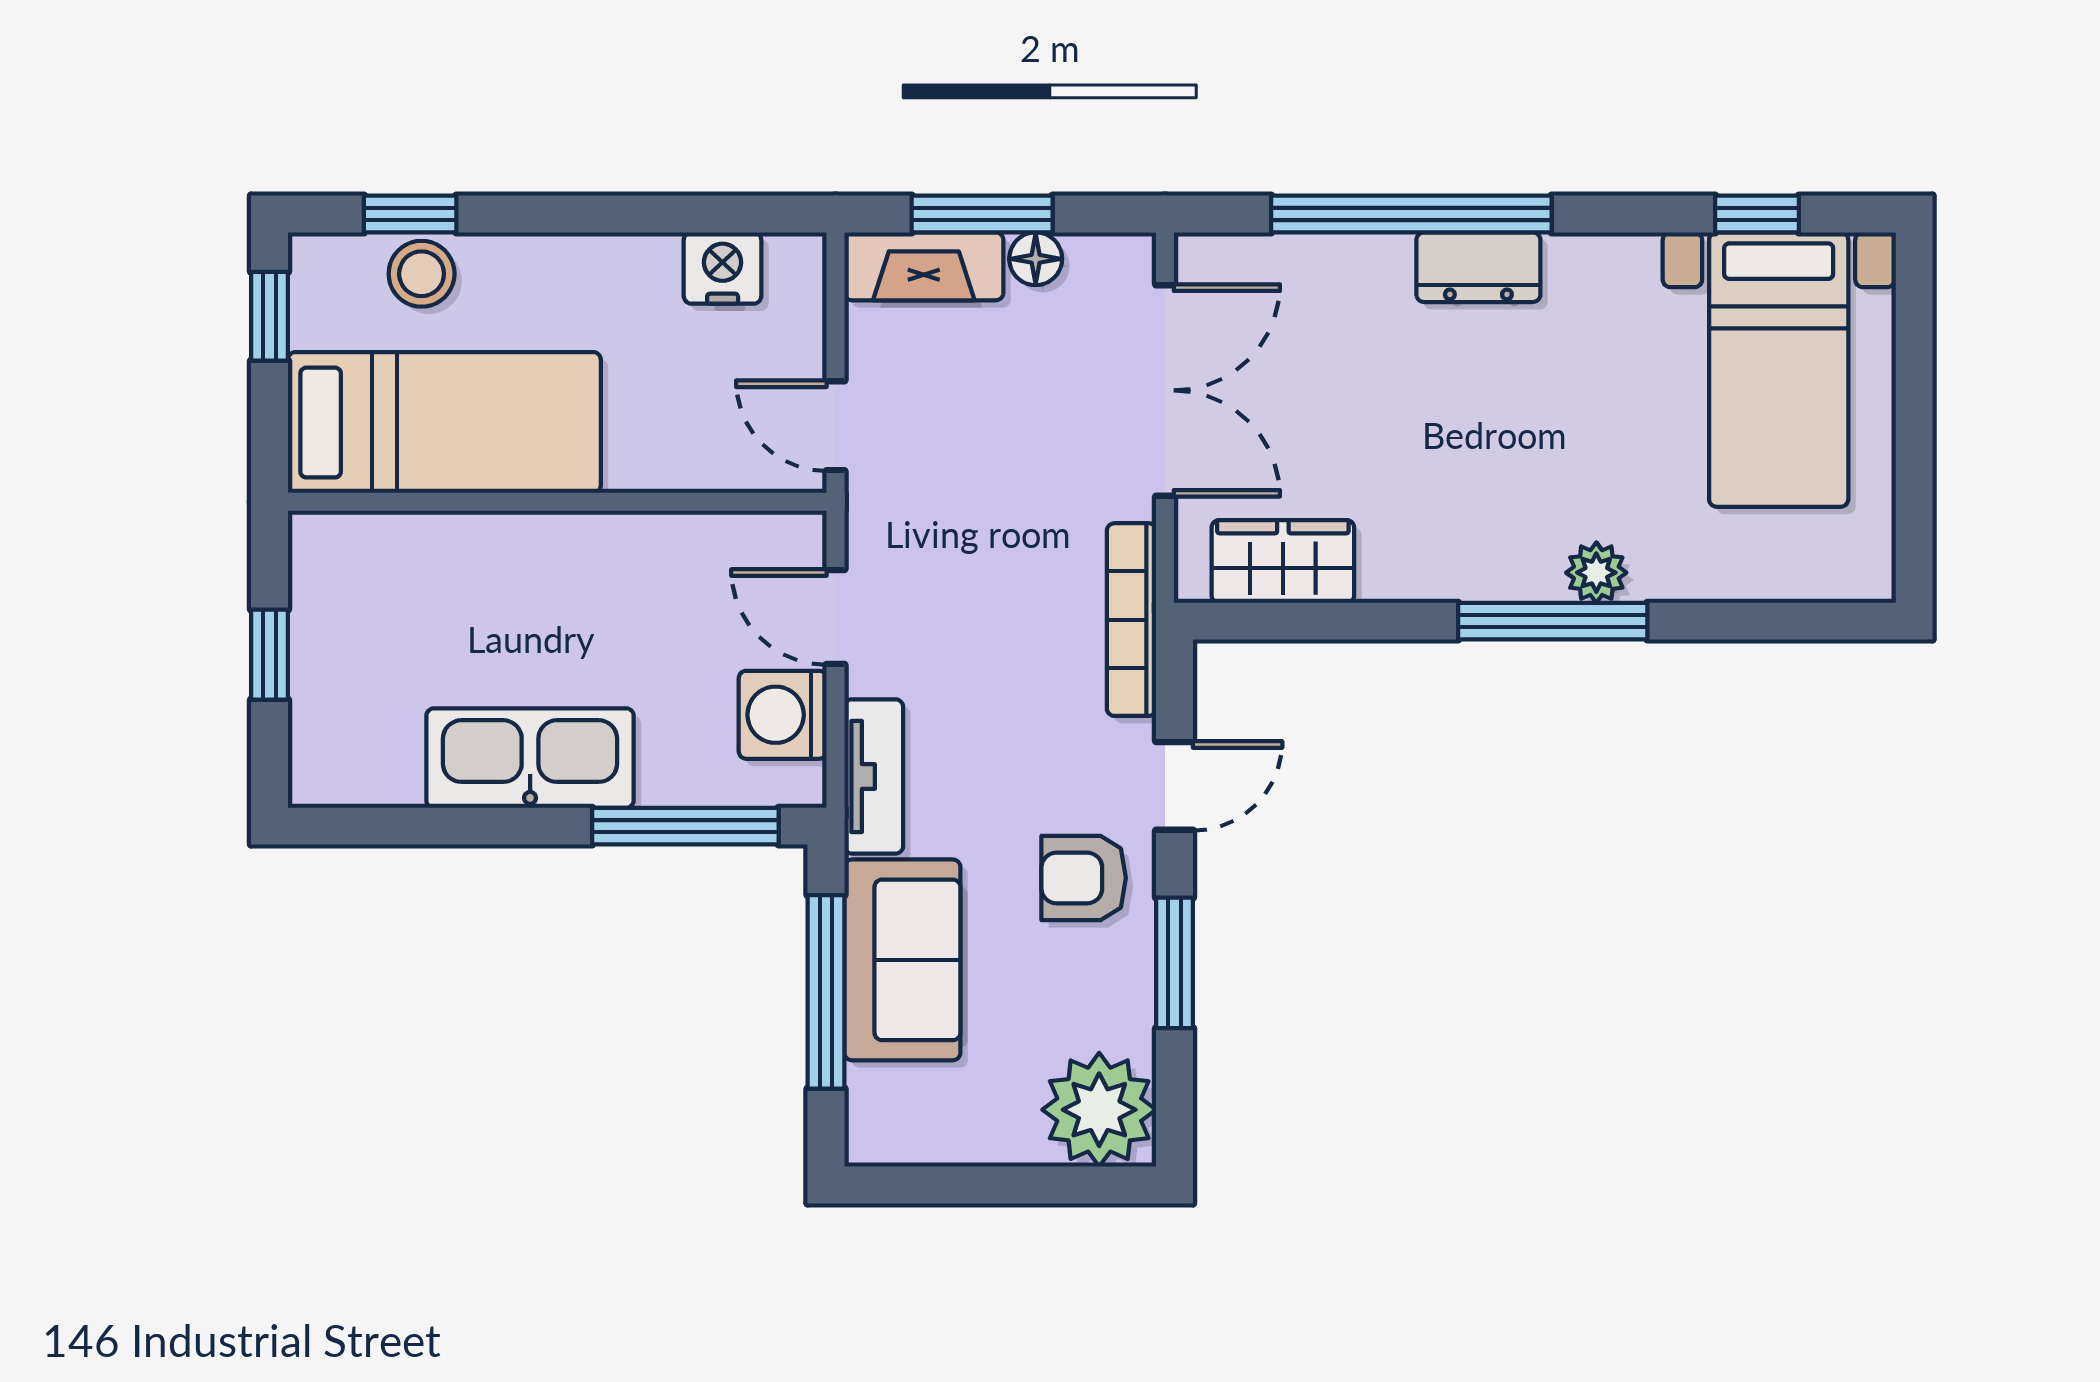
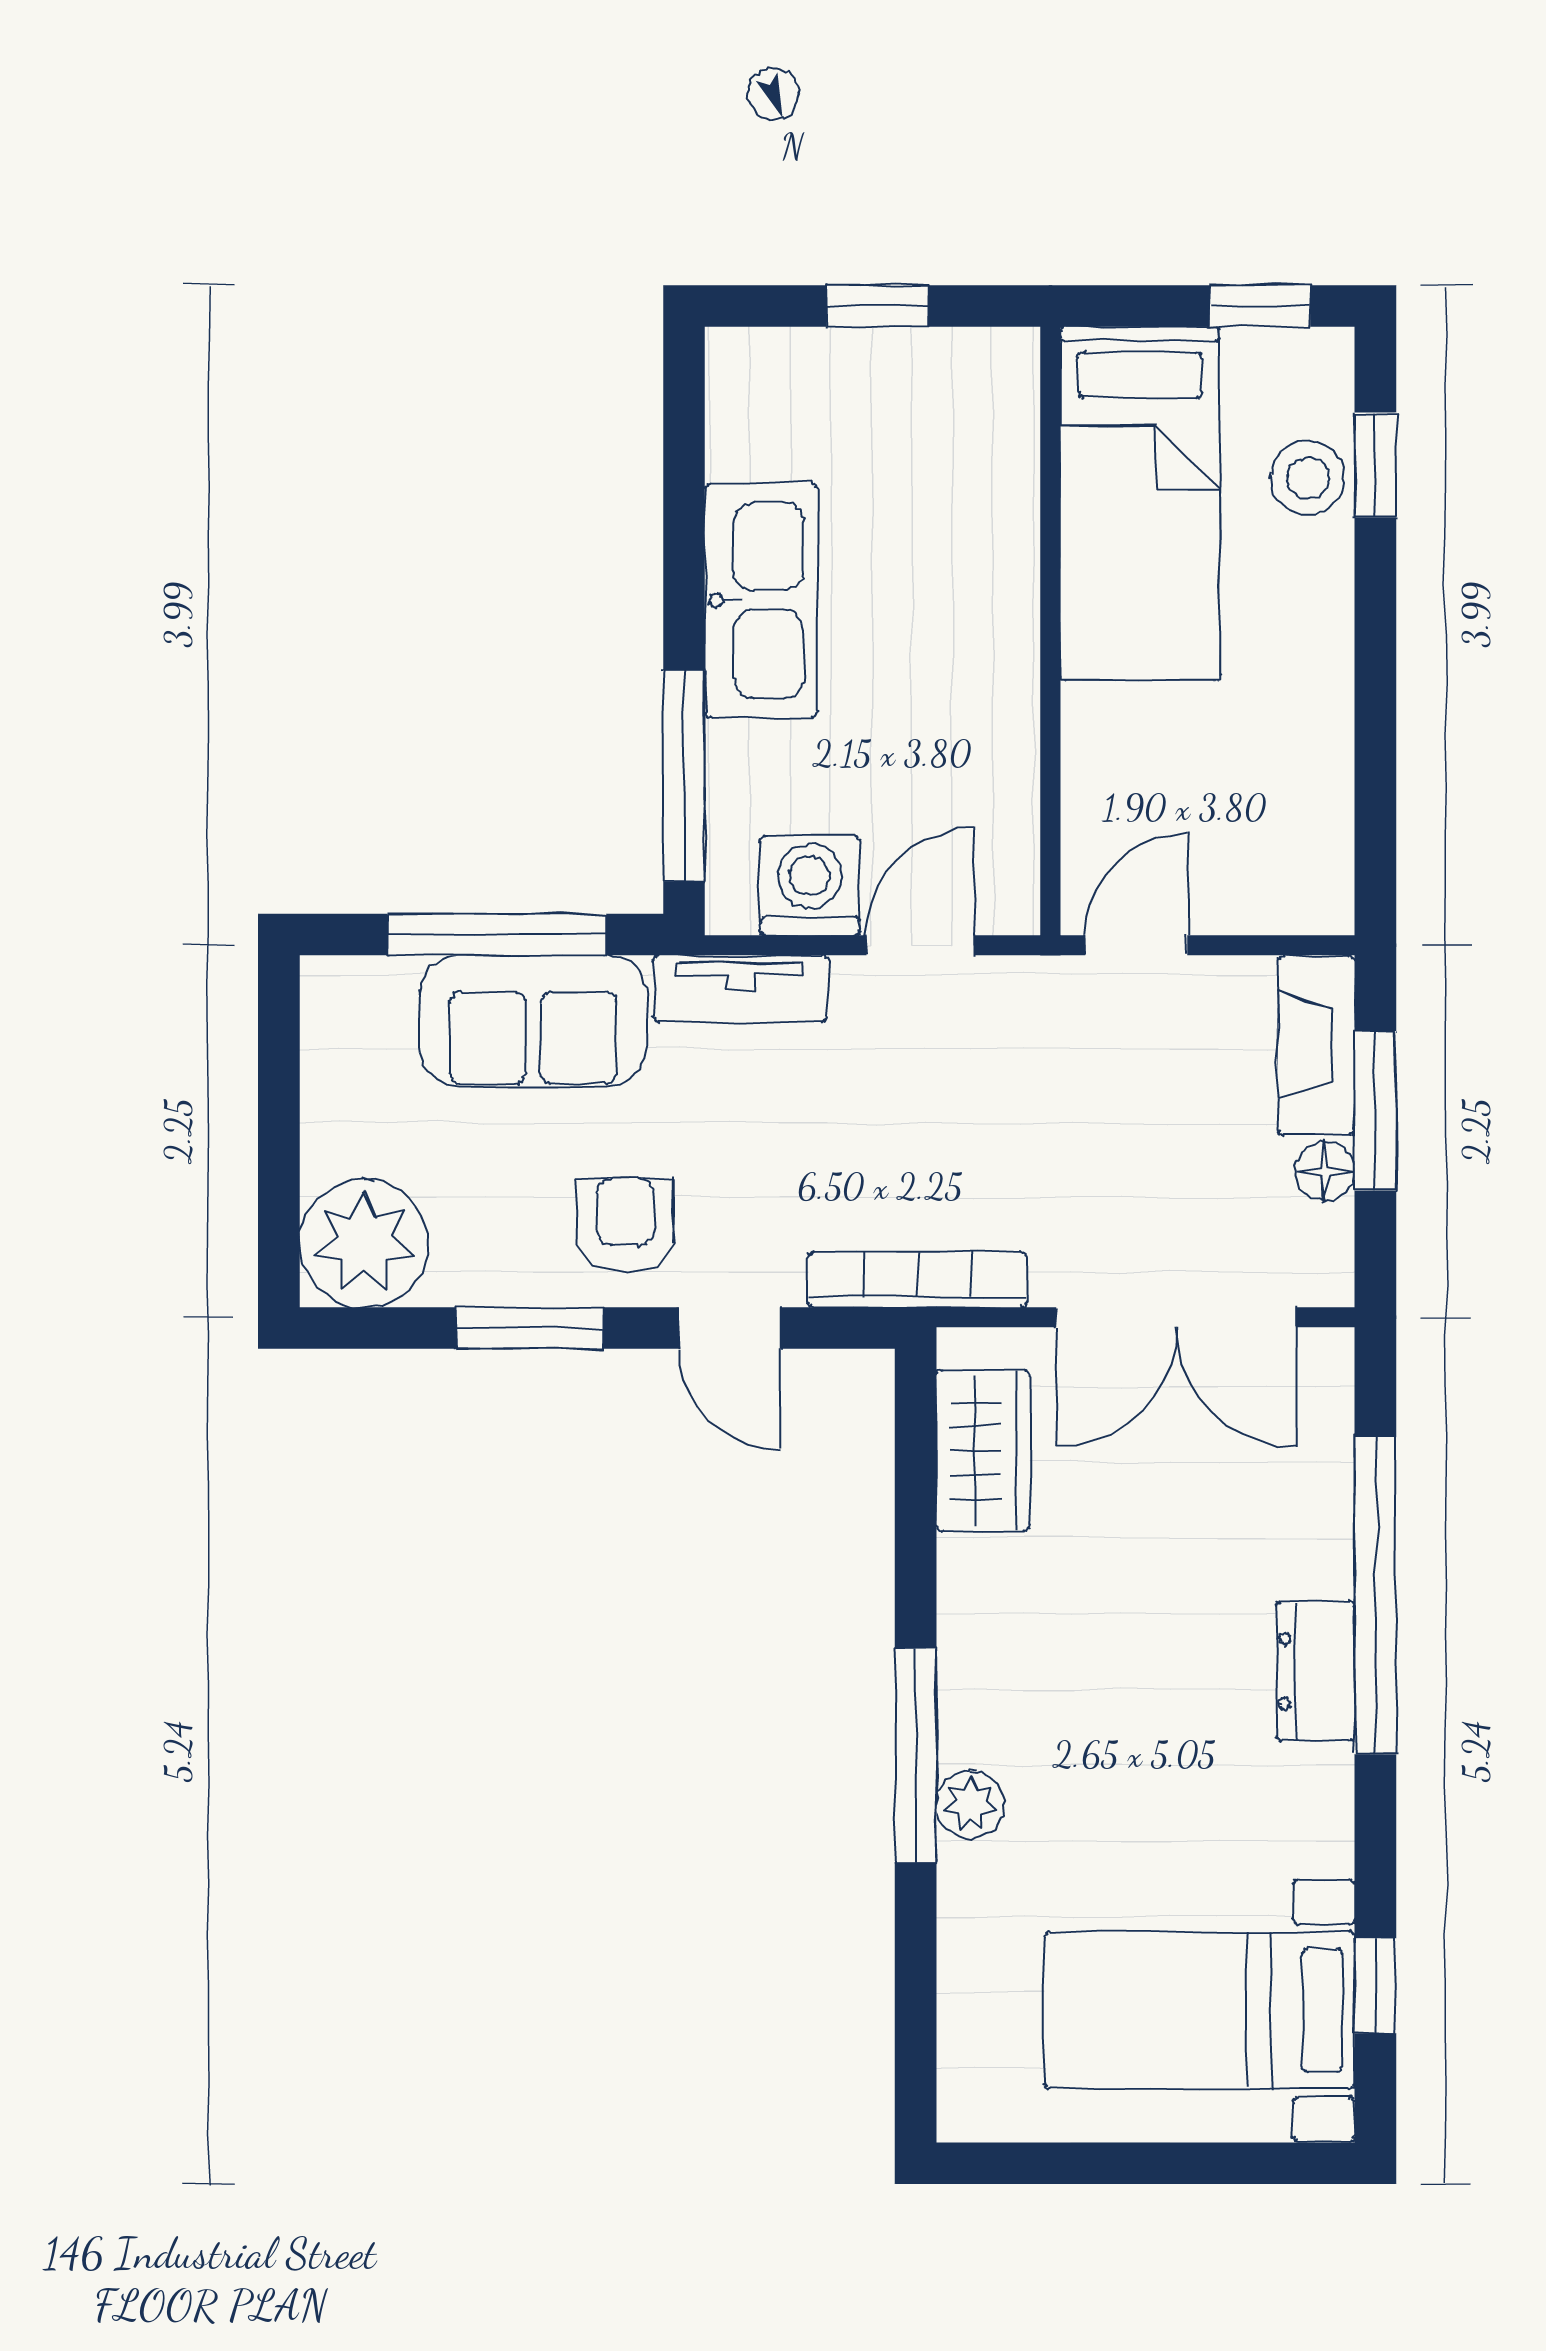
nightstand: (723, 268) -> (1314, 818), removed

